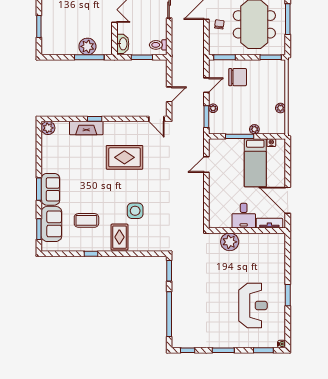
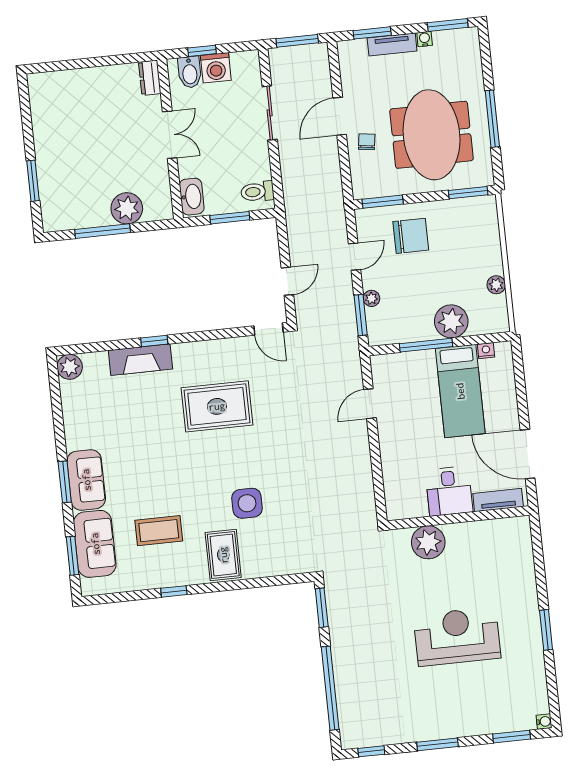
window: (89, 57) -> (103, 231), moved
plant: (254, 129) -> (451, 321), width x1.88, depth x1.88
reception desk: (253, 306) -> (457, 637), moved, turned -90

